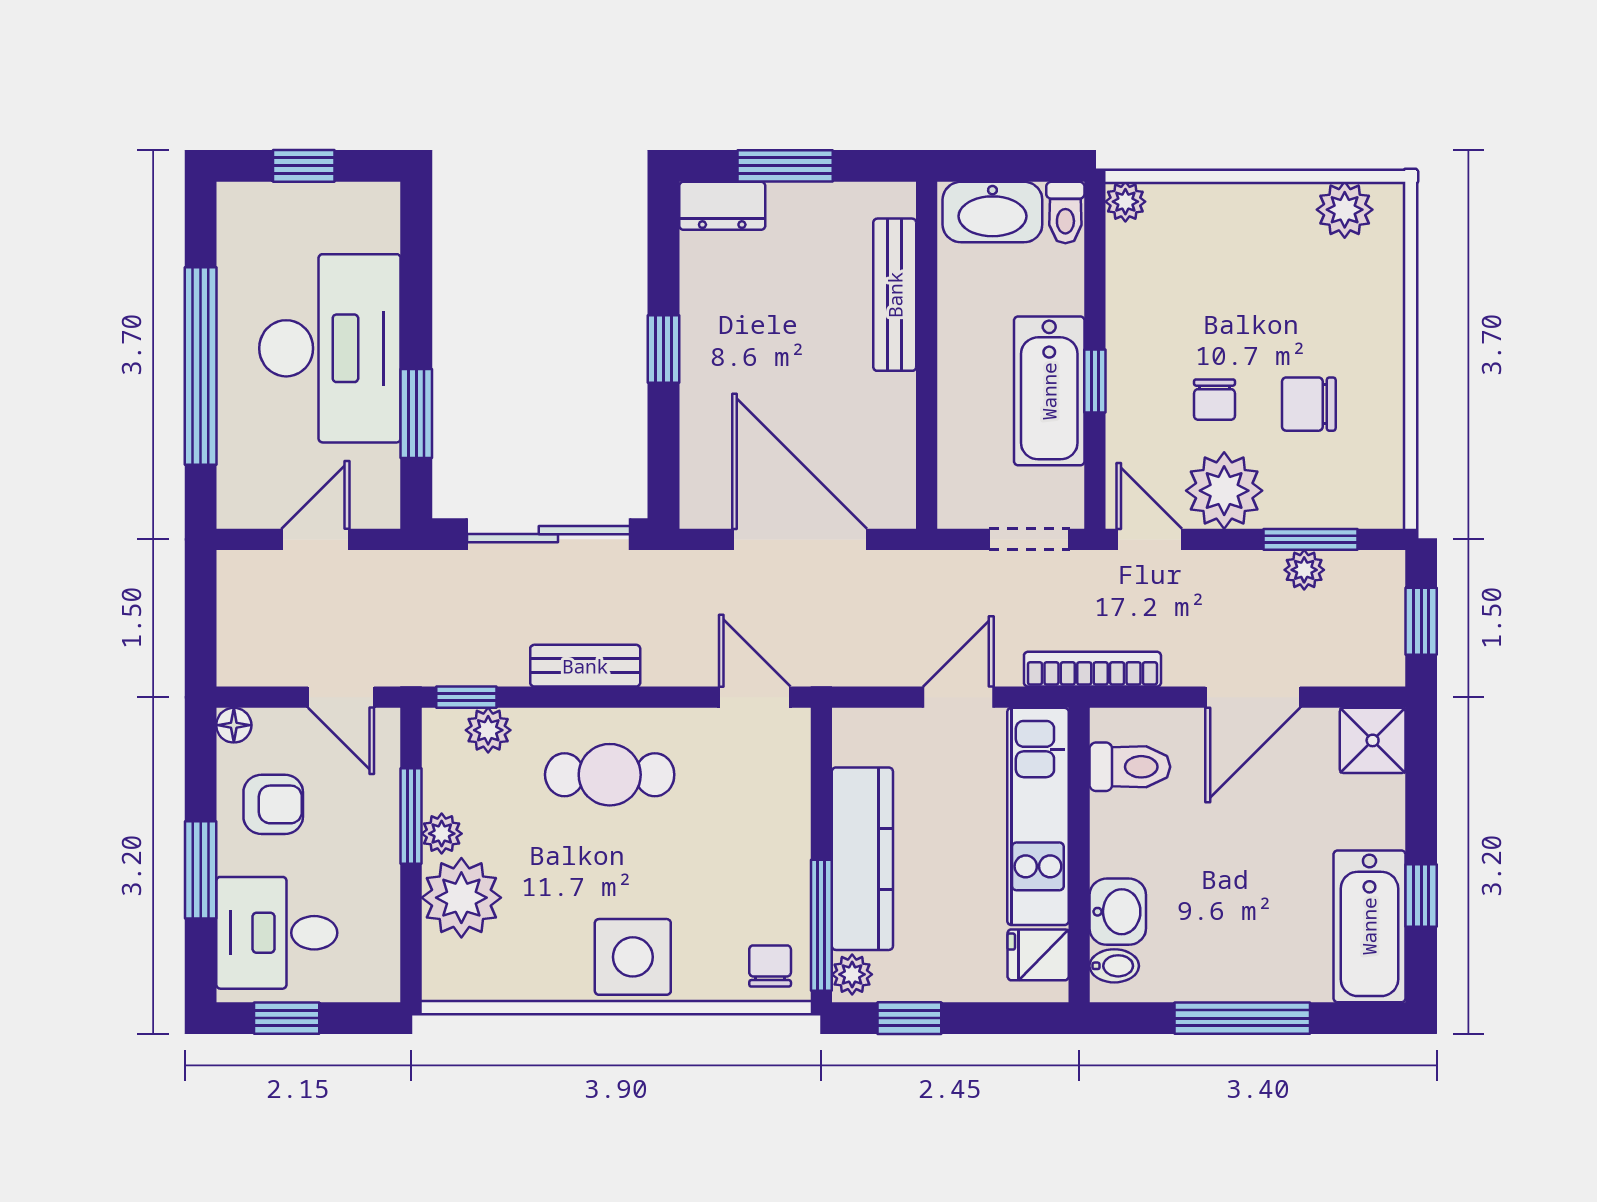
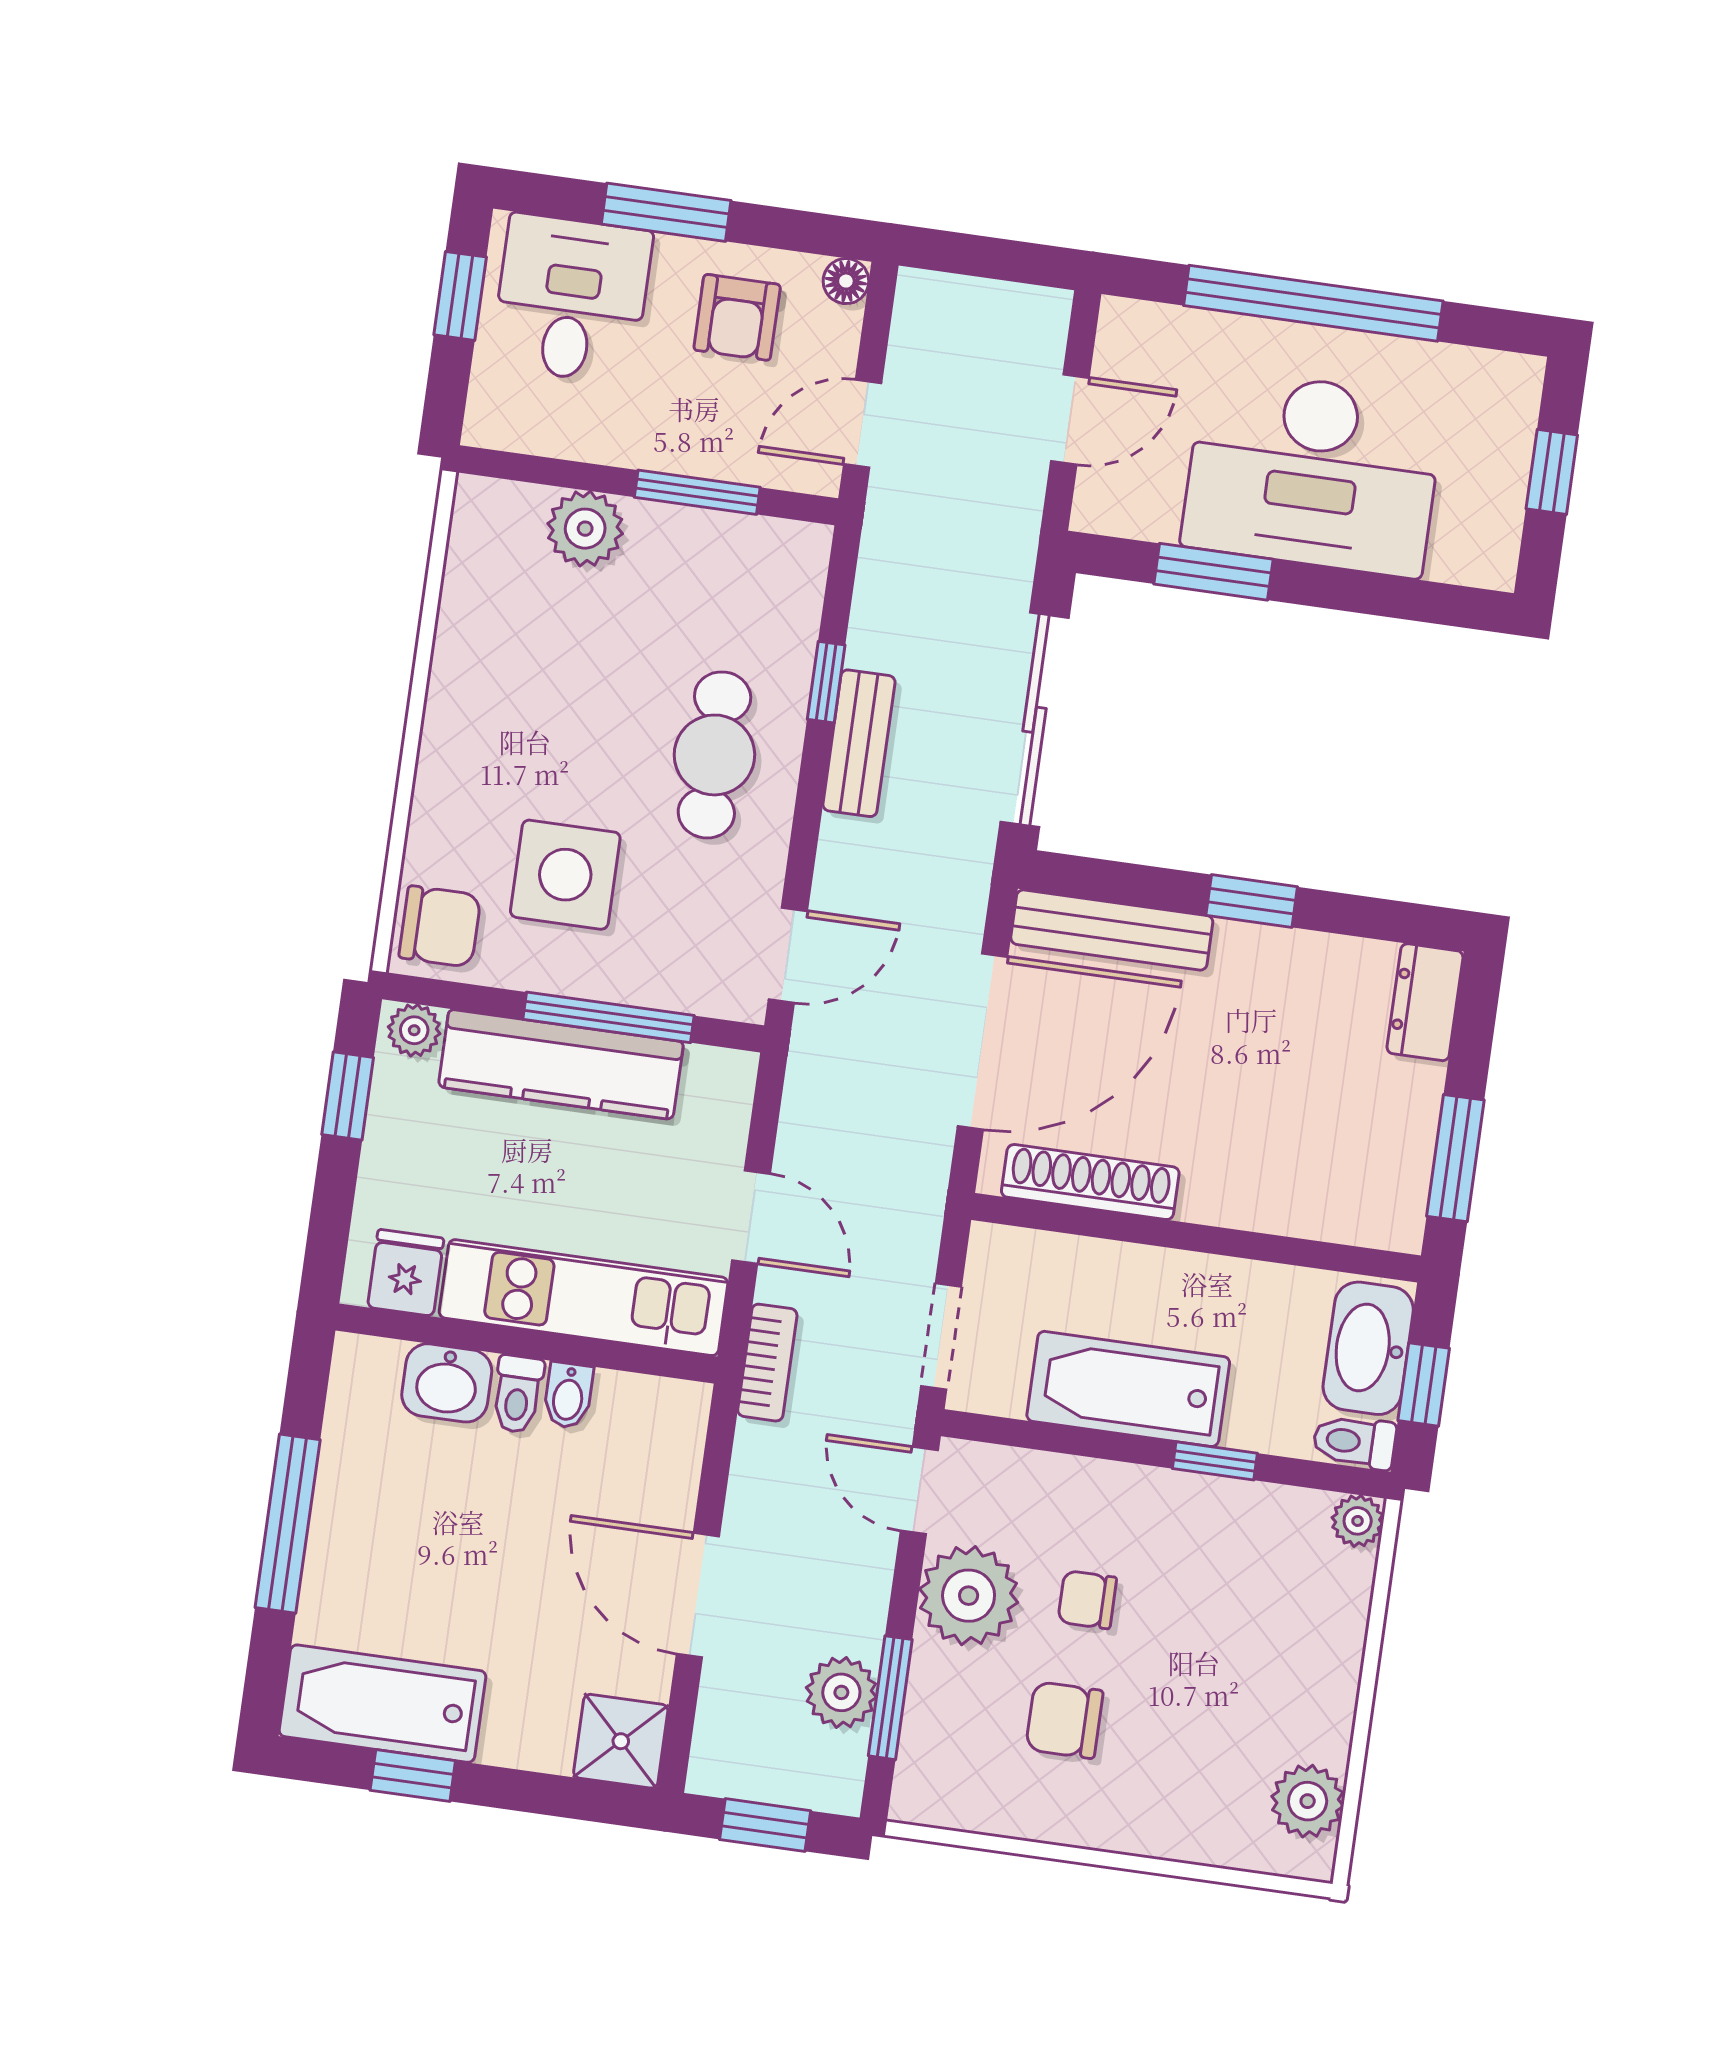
window: (785, 166) -> (1455, 1158), moved
window: (1014, 166) -> (1424, 1384), added
bench: (895, 295) -> (1112, 930), moved
window: (1095, 381) -> (1215, 1461), moved
chair: (1309, 404) -> (1064, 1720), turned -90
shoe rack: (895, 442) -> (1090, 1182), added
door: (315, 539) -> (1070, 419), hinge flipped
door: (1149, 539) -> (919, 1491), swing flipped
plant: (1304, 570) -> (841, 1692), width x1.38, depth x1.38
bookcase: (1092, 669) -> (767, 1363), width x0.64
window: (466, 697) -> (826, 682), moved
plant: (488, 730) -> (794, 607), removed
toilet: (1130, 767) -> (518, 1394), moved, width x0.73, depth x0.72
plant: (442, 834) -> (669, 529), removed
plant: (461, 898) -> (585, 529), width x0.73, depth x0.73
window: (821, 925) -> (608, 1017), moved
side table: (633, 957) -> (565, 875), moved
chair: (770, 966) -> (440, 926), width x1.37, depth x1.37
bidet: (1114, 966) -> (568, 1395), moved

